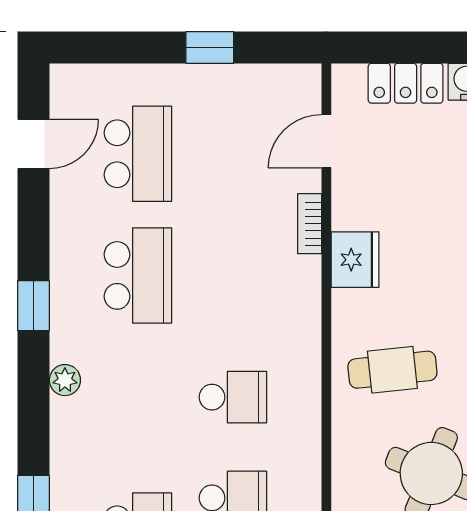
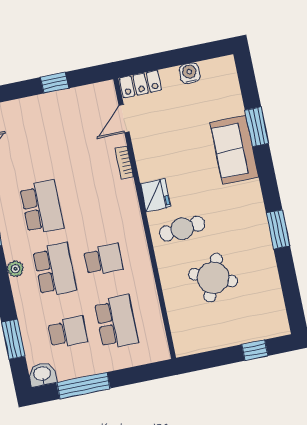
locker: (406, 83) -> (140, 84), moved
school desk: (138, 154) -> (55, 270), moved
fridge: (355, 260) -> (155, 195), moved

